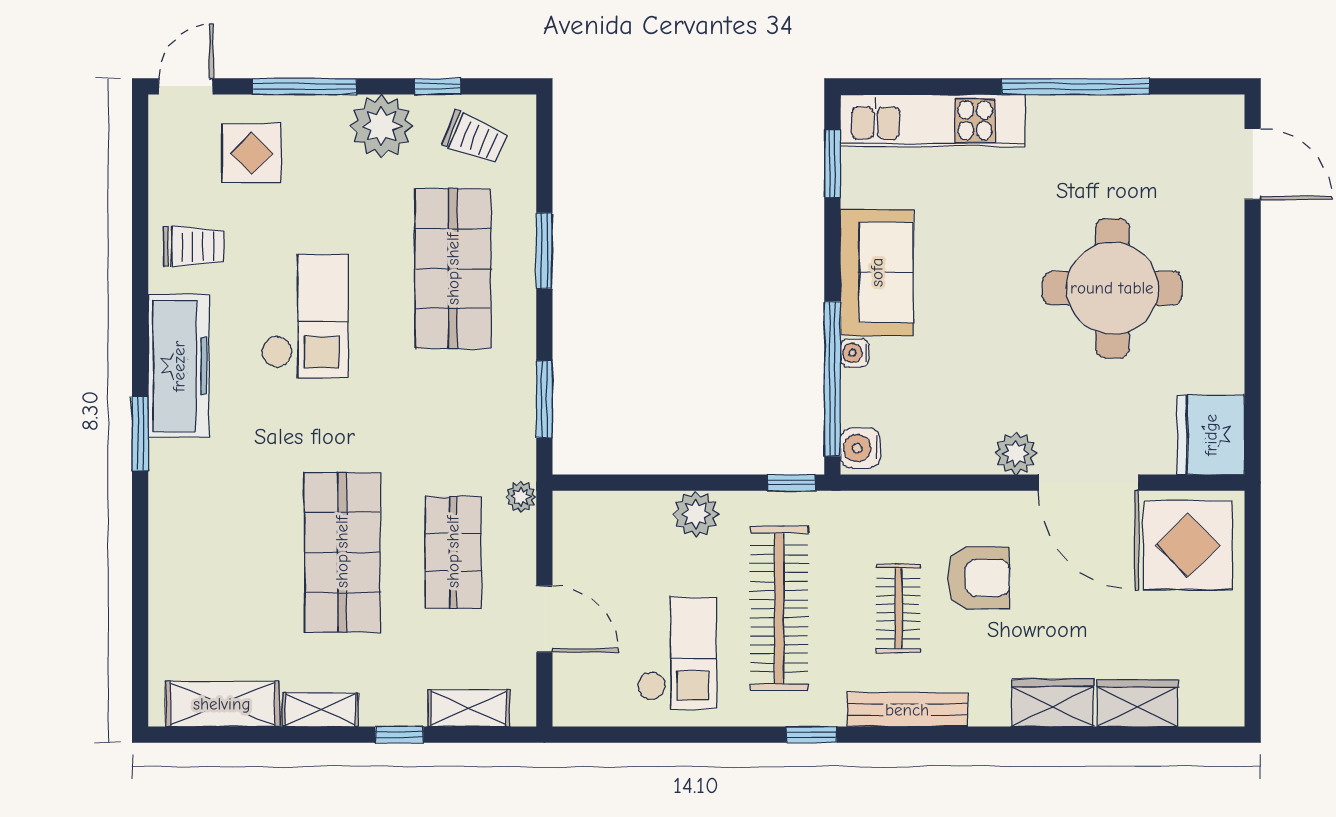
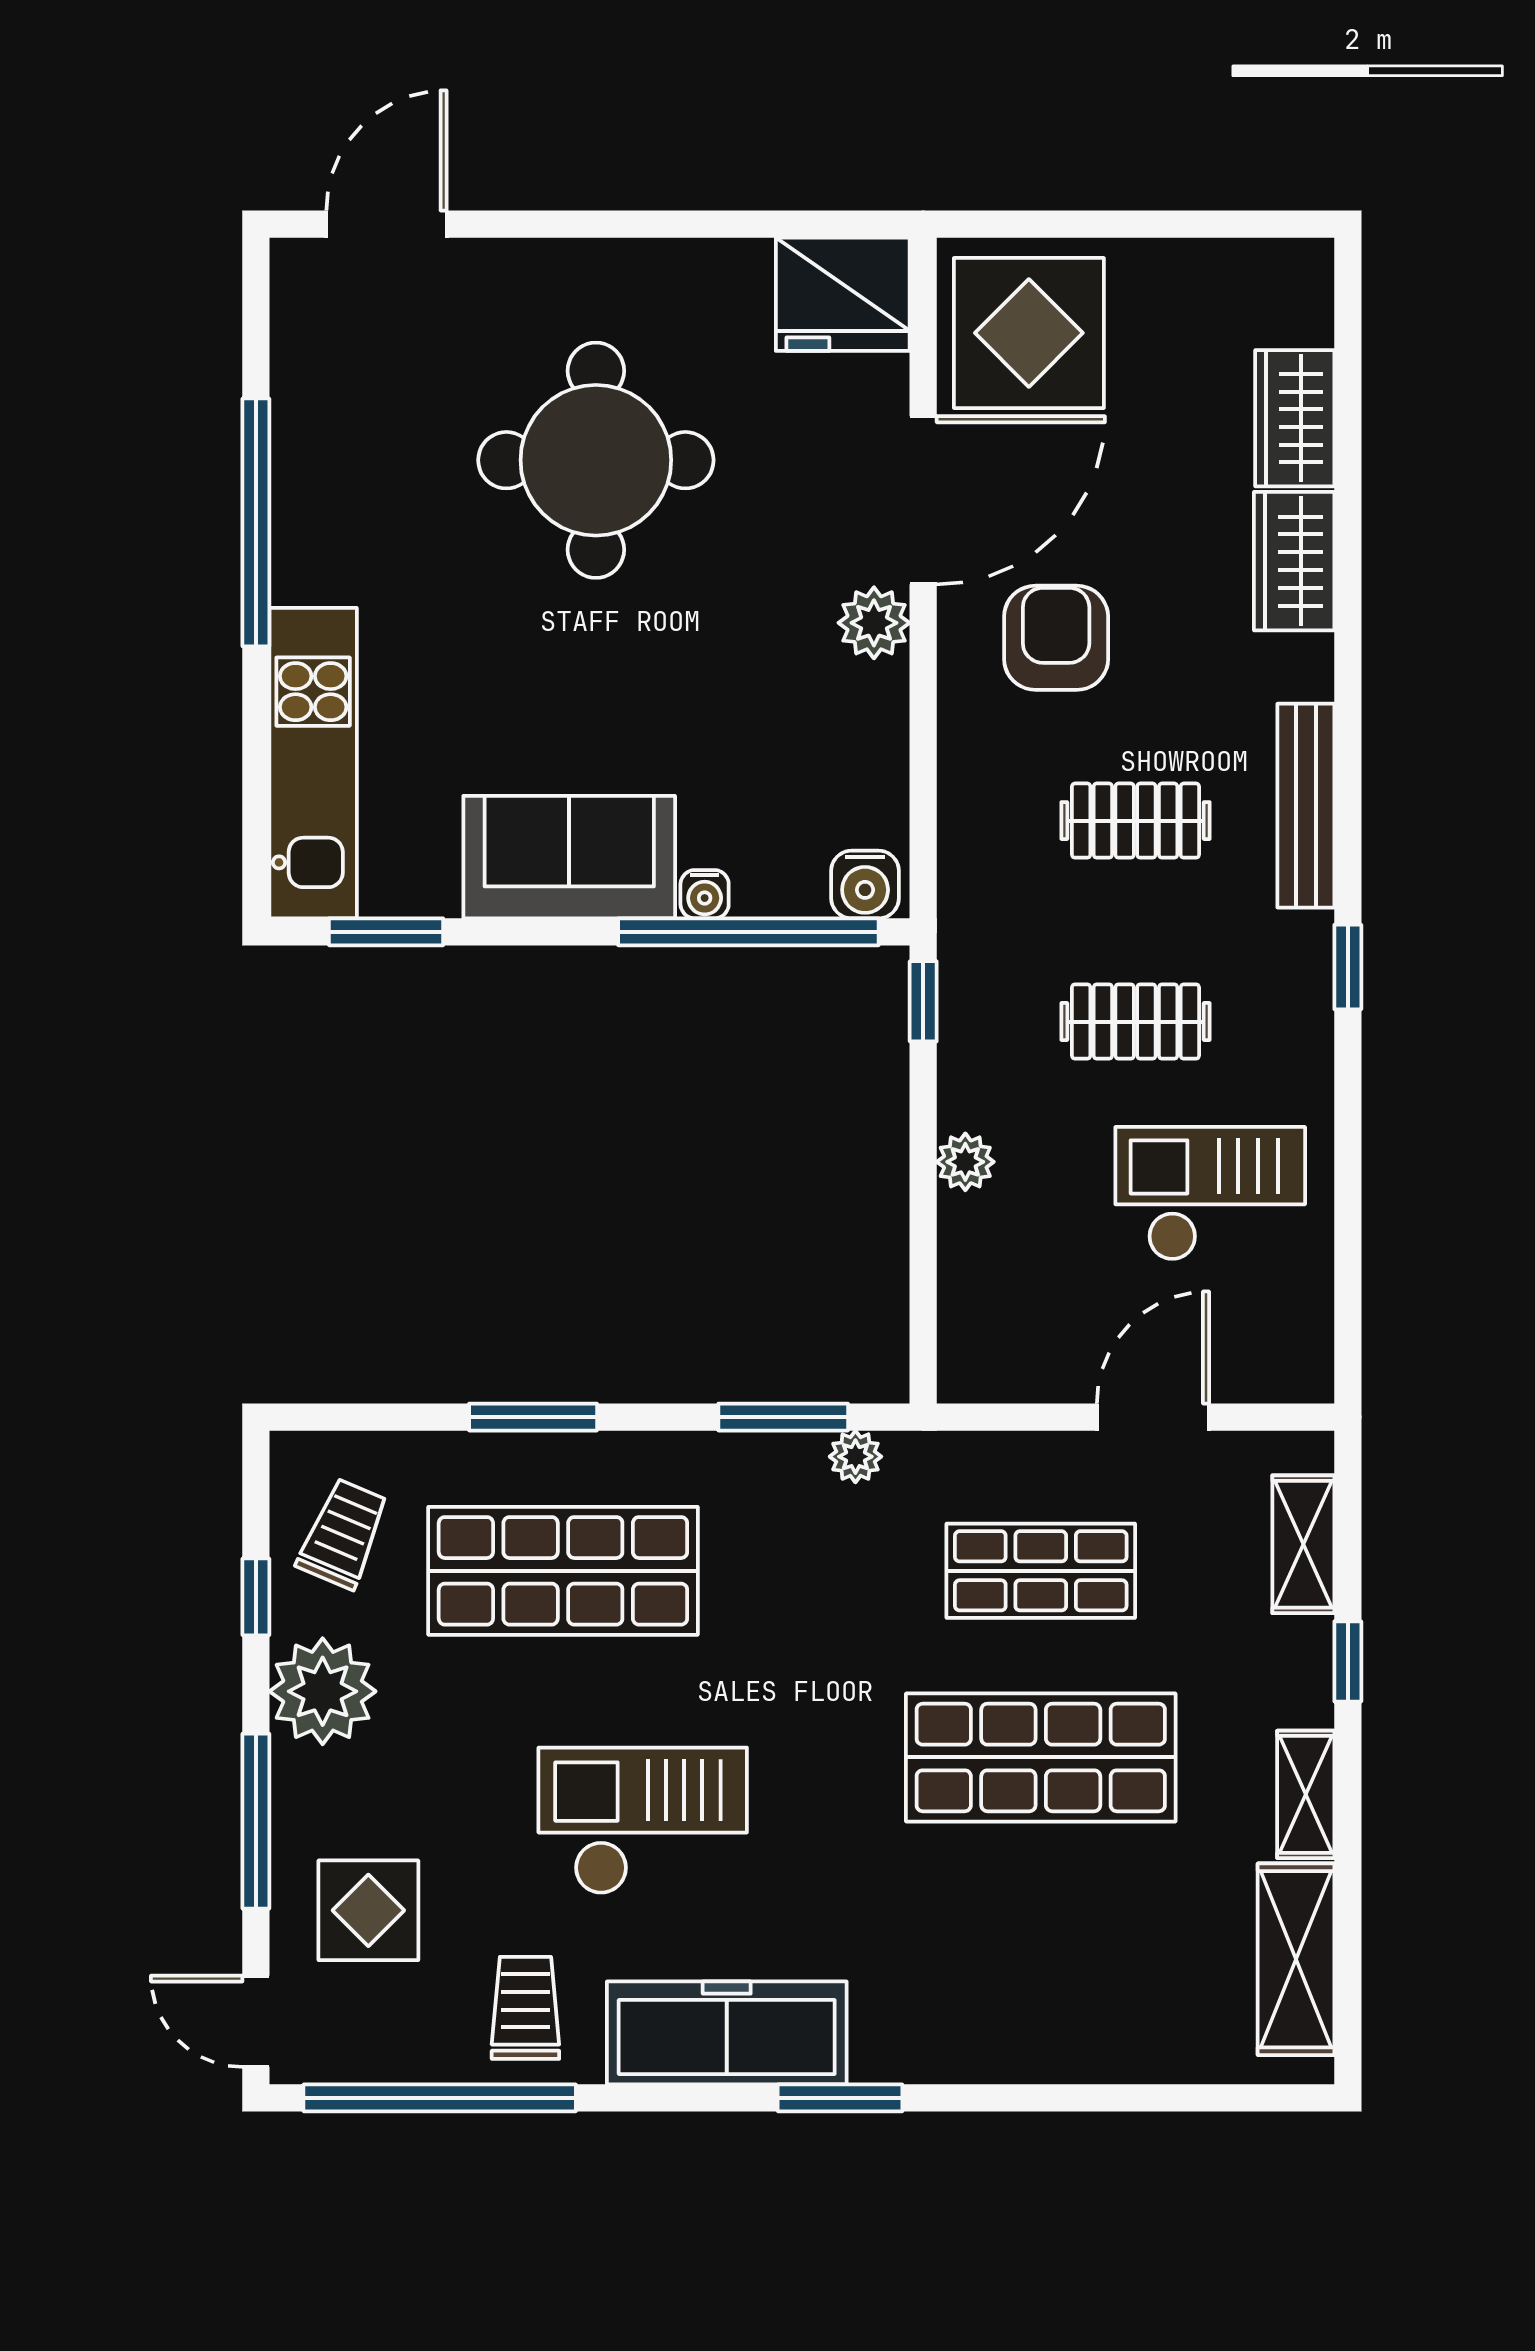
window: (140, 196) -> (440, 2098), added
plant: (521, 497) -> (855, 1457), moved
plant: (696, 514) -> (965, 1162), width x0.73, depth x0.73
armchair: (979, 578) -> (1056, 638), moved
clothes rail: (779, 609) -> (1135, 1022), width x0.54, depth x0.76

